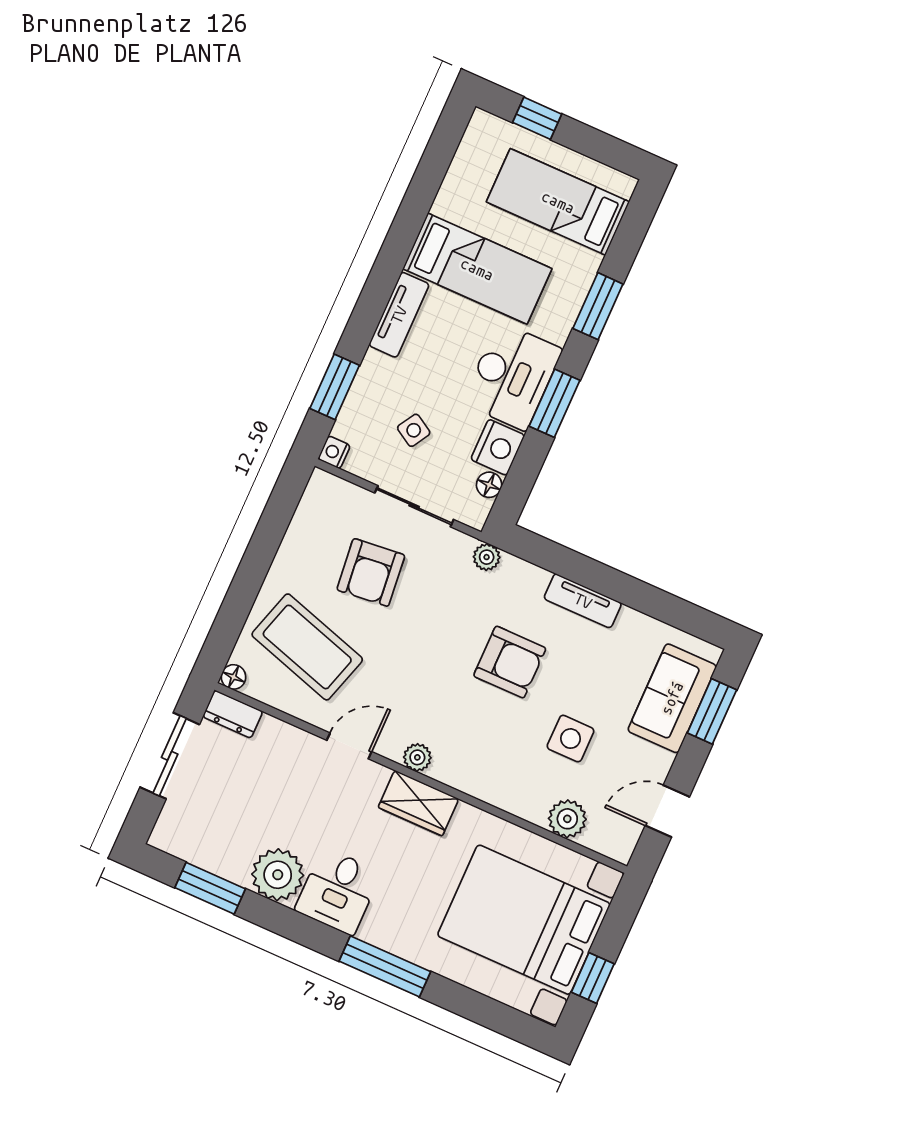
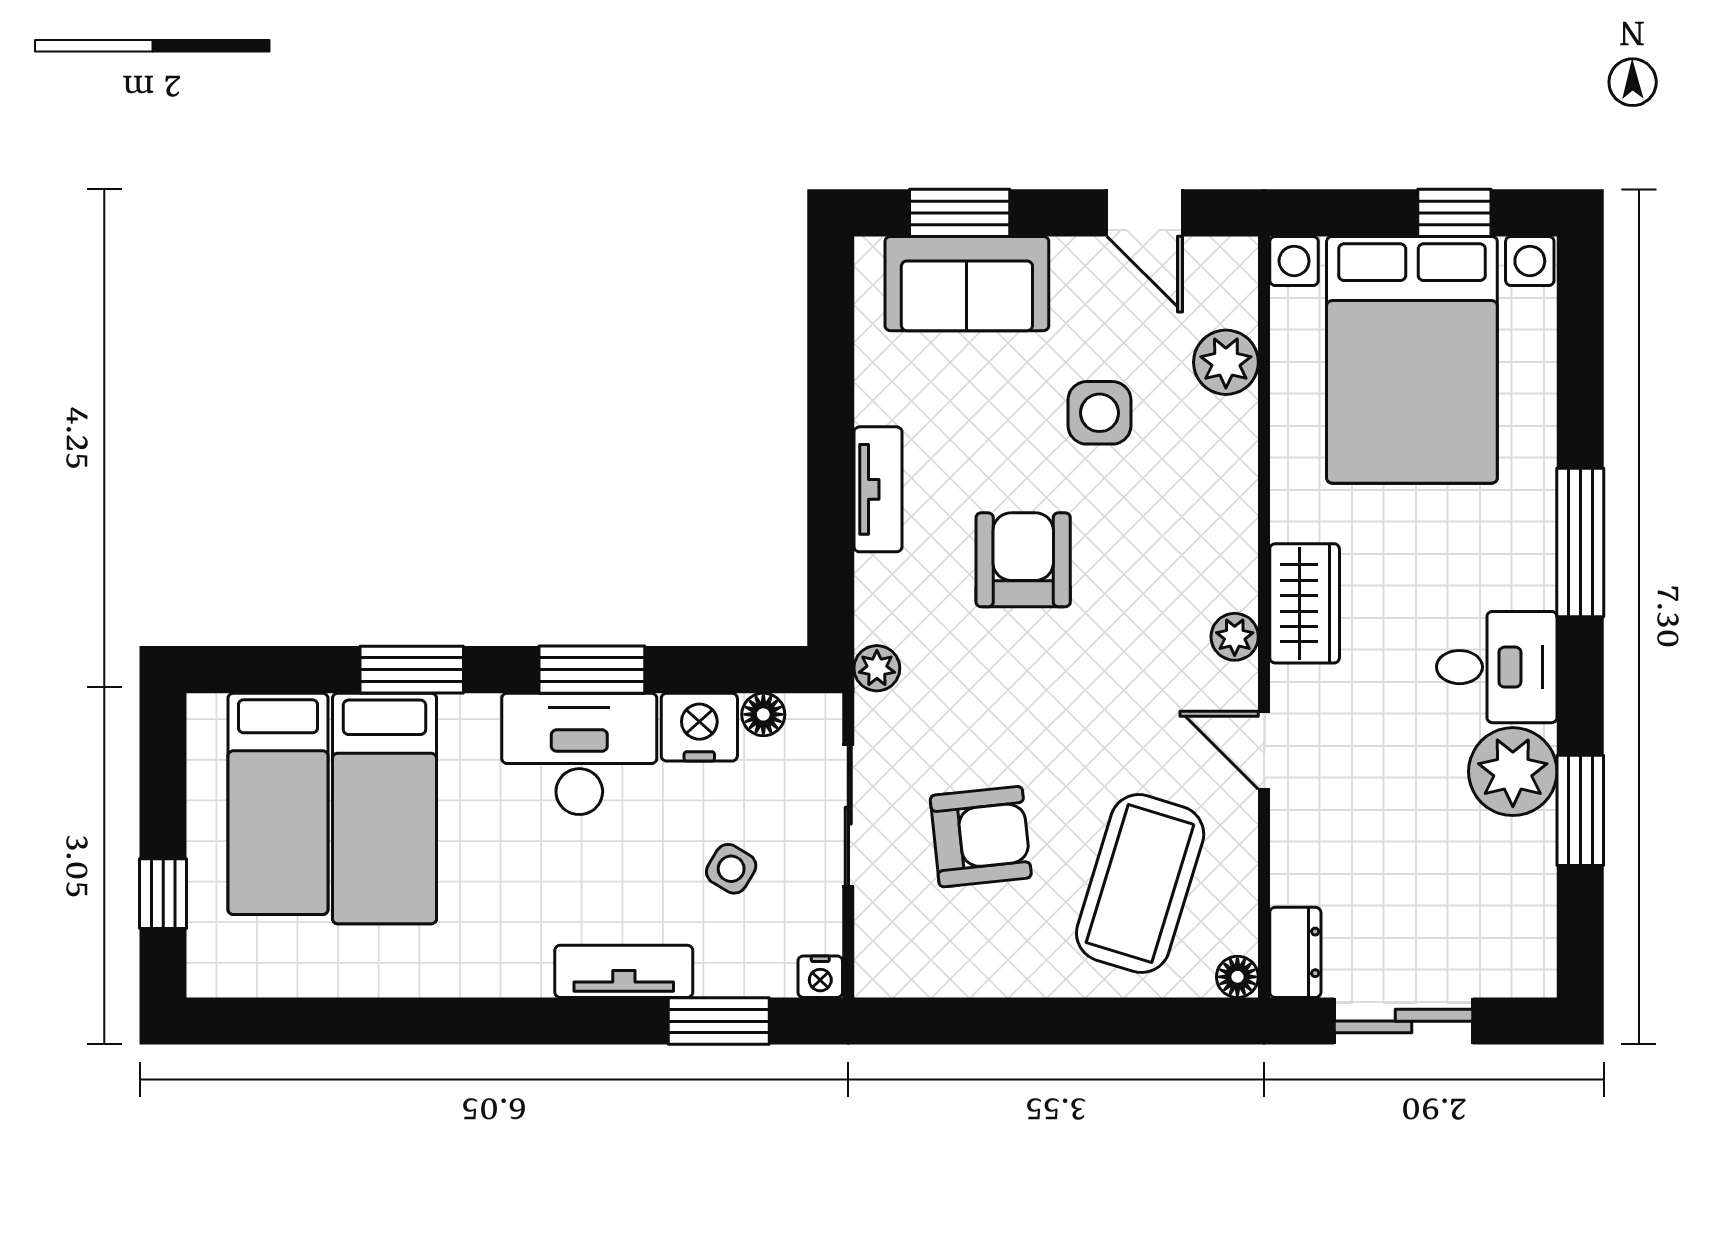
bed: (477, 269) -> (384, 809), moved, turned 180
tv unit: (399, 315) -> (624, 971), moved
window: (210, 888) -> (1580, 810), moved

